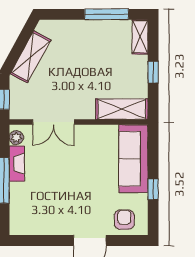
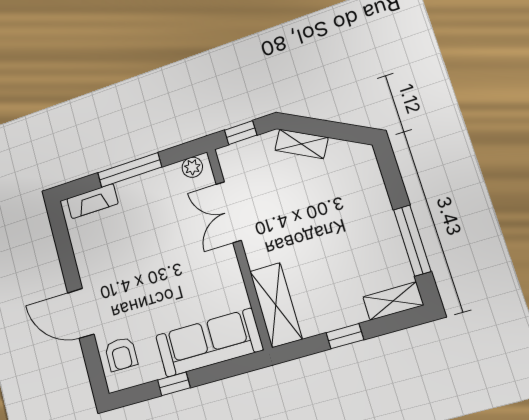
shelving: (31, 57) -> (301, 144), width x0.67, depth x0.75
fireplace: (17, 164) -> (92, 201), moved
armchair: (124, 220) -> (121, 354), turned 90

